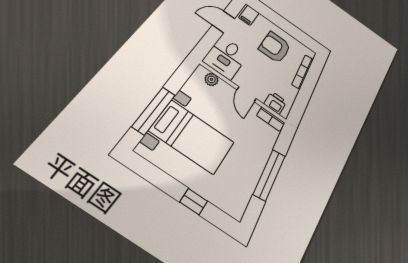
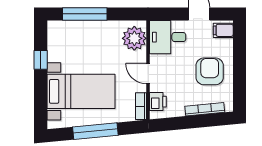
plant: (211, 79) -> (134, 38), width x1.88, depth x1.88
door: (247, 94) -> (148, 74), hinge flipped
bed with nightstands: (192, 137) -> (81, 91), moved, turned -90
window: (194, 202) -> (41, 60), moved

